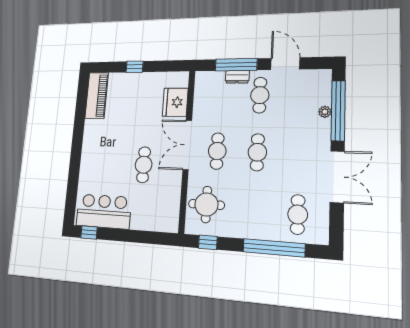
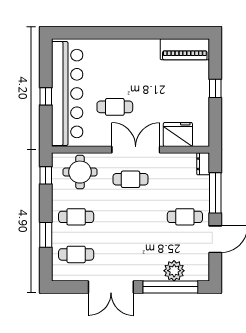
dresser: (237, 77) -> (203, 164), moved
plant: (325, 112) -> (174, 271), width x1.88, depth x1.88
cafe table: (257, 152) -> (76, 217), moved
bar counter: (104, 211) -> (67, 94), width x1.86
window: (89, 232) -> (46, 96), moved
window: (274, 248) -> (46, 235), width x0.47

